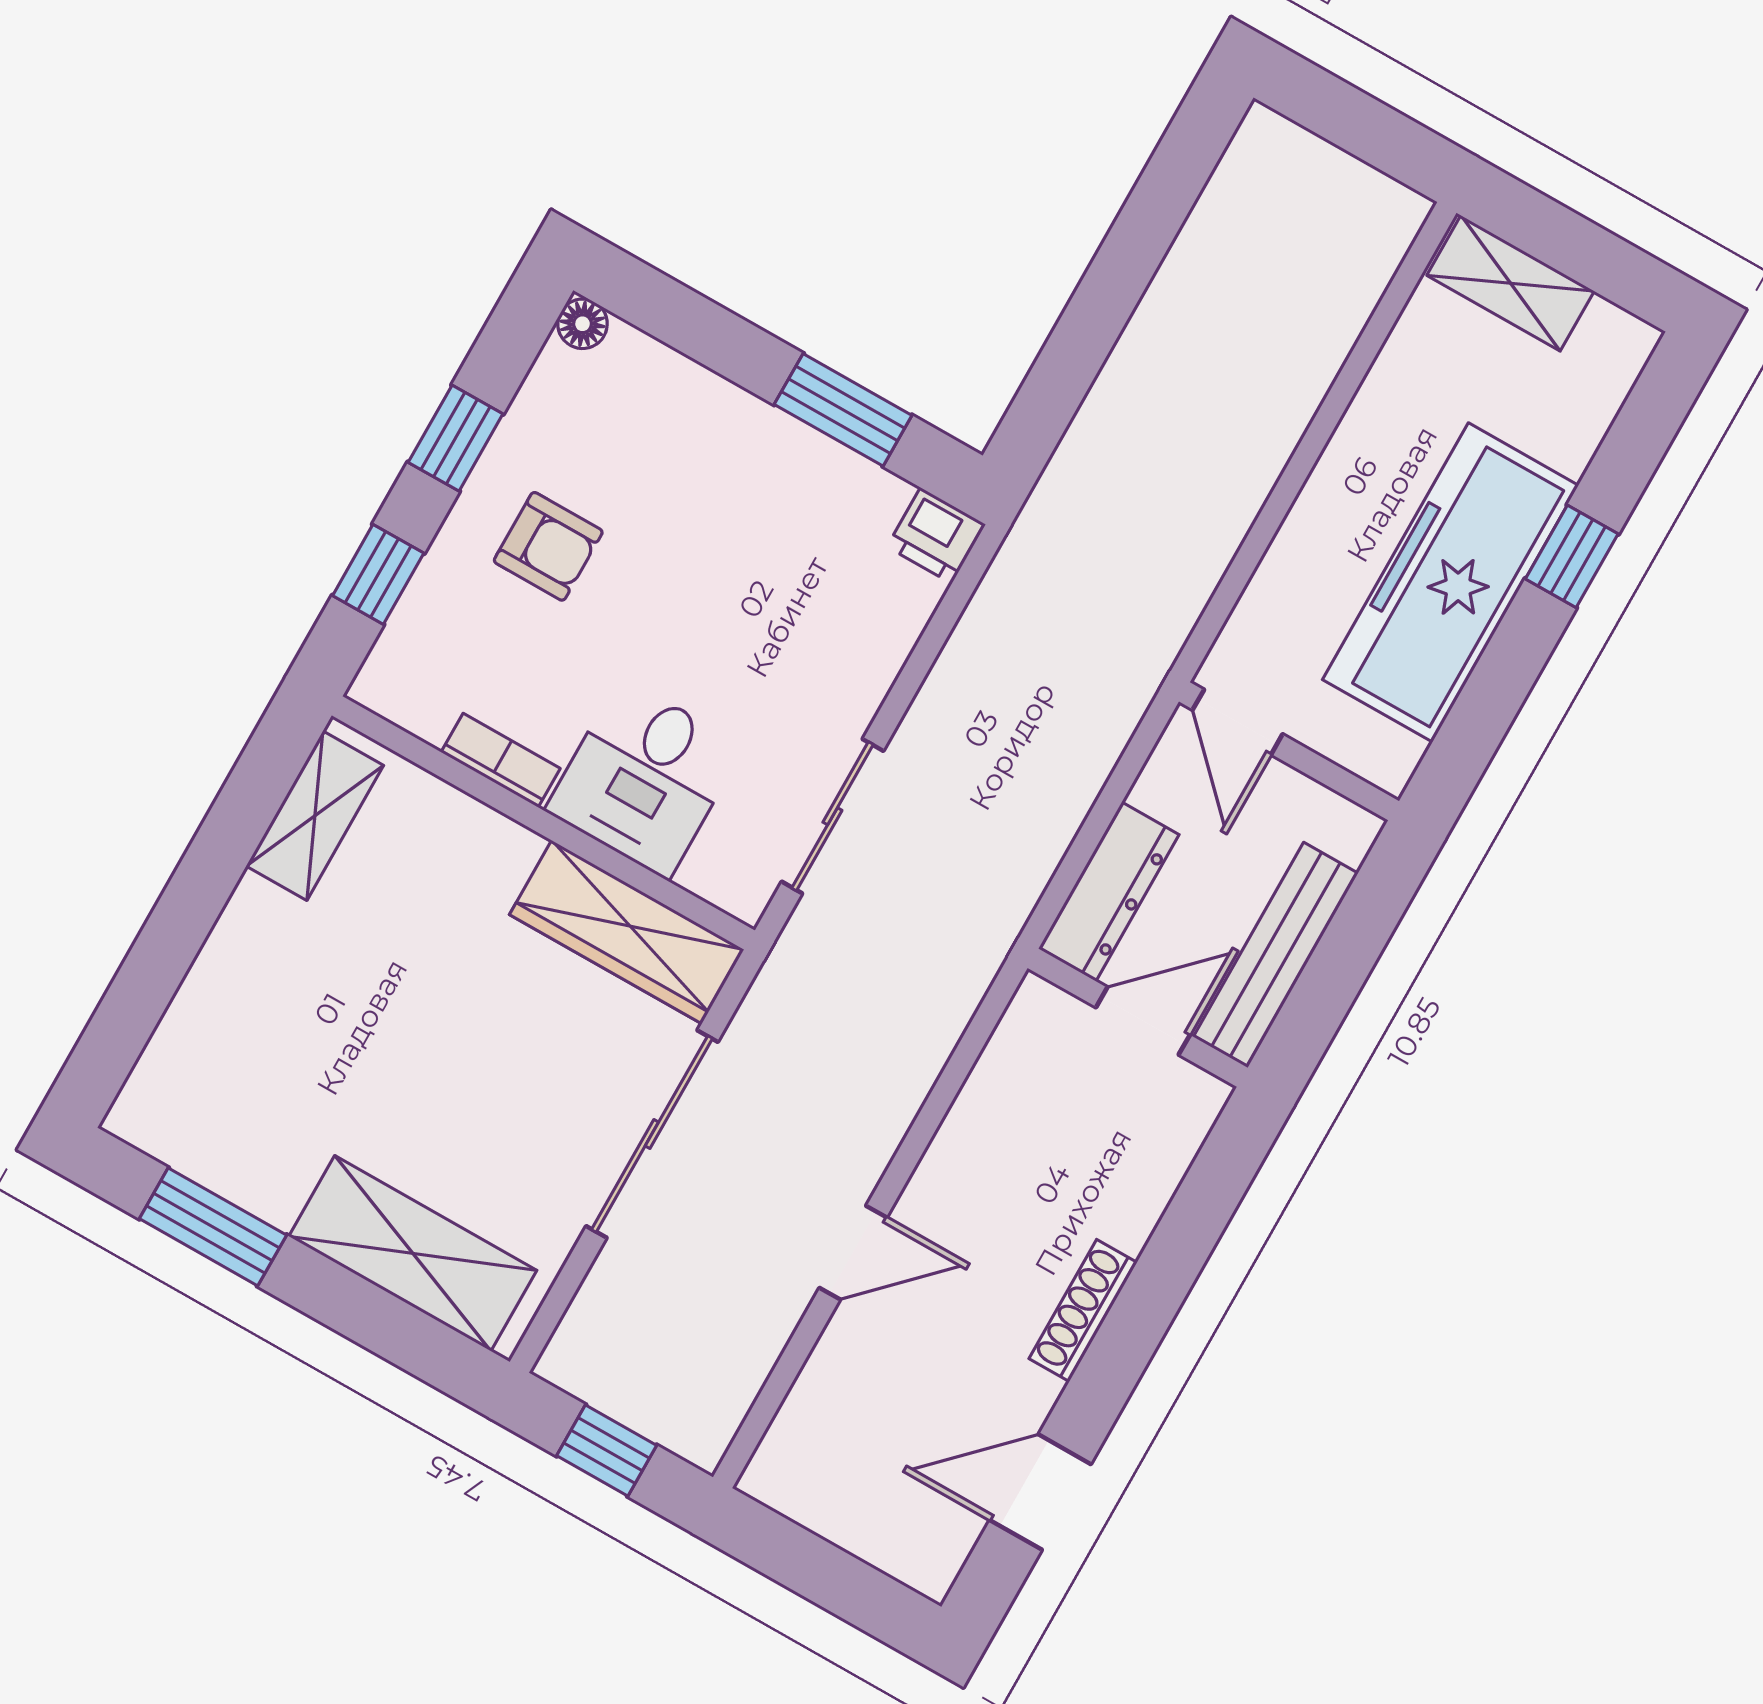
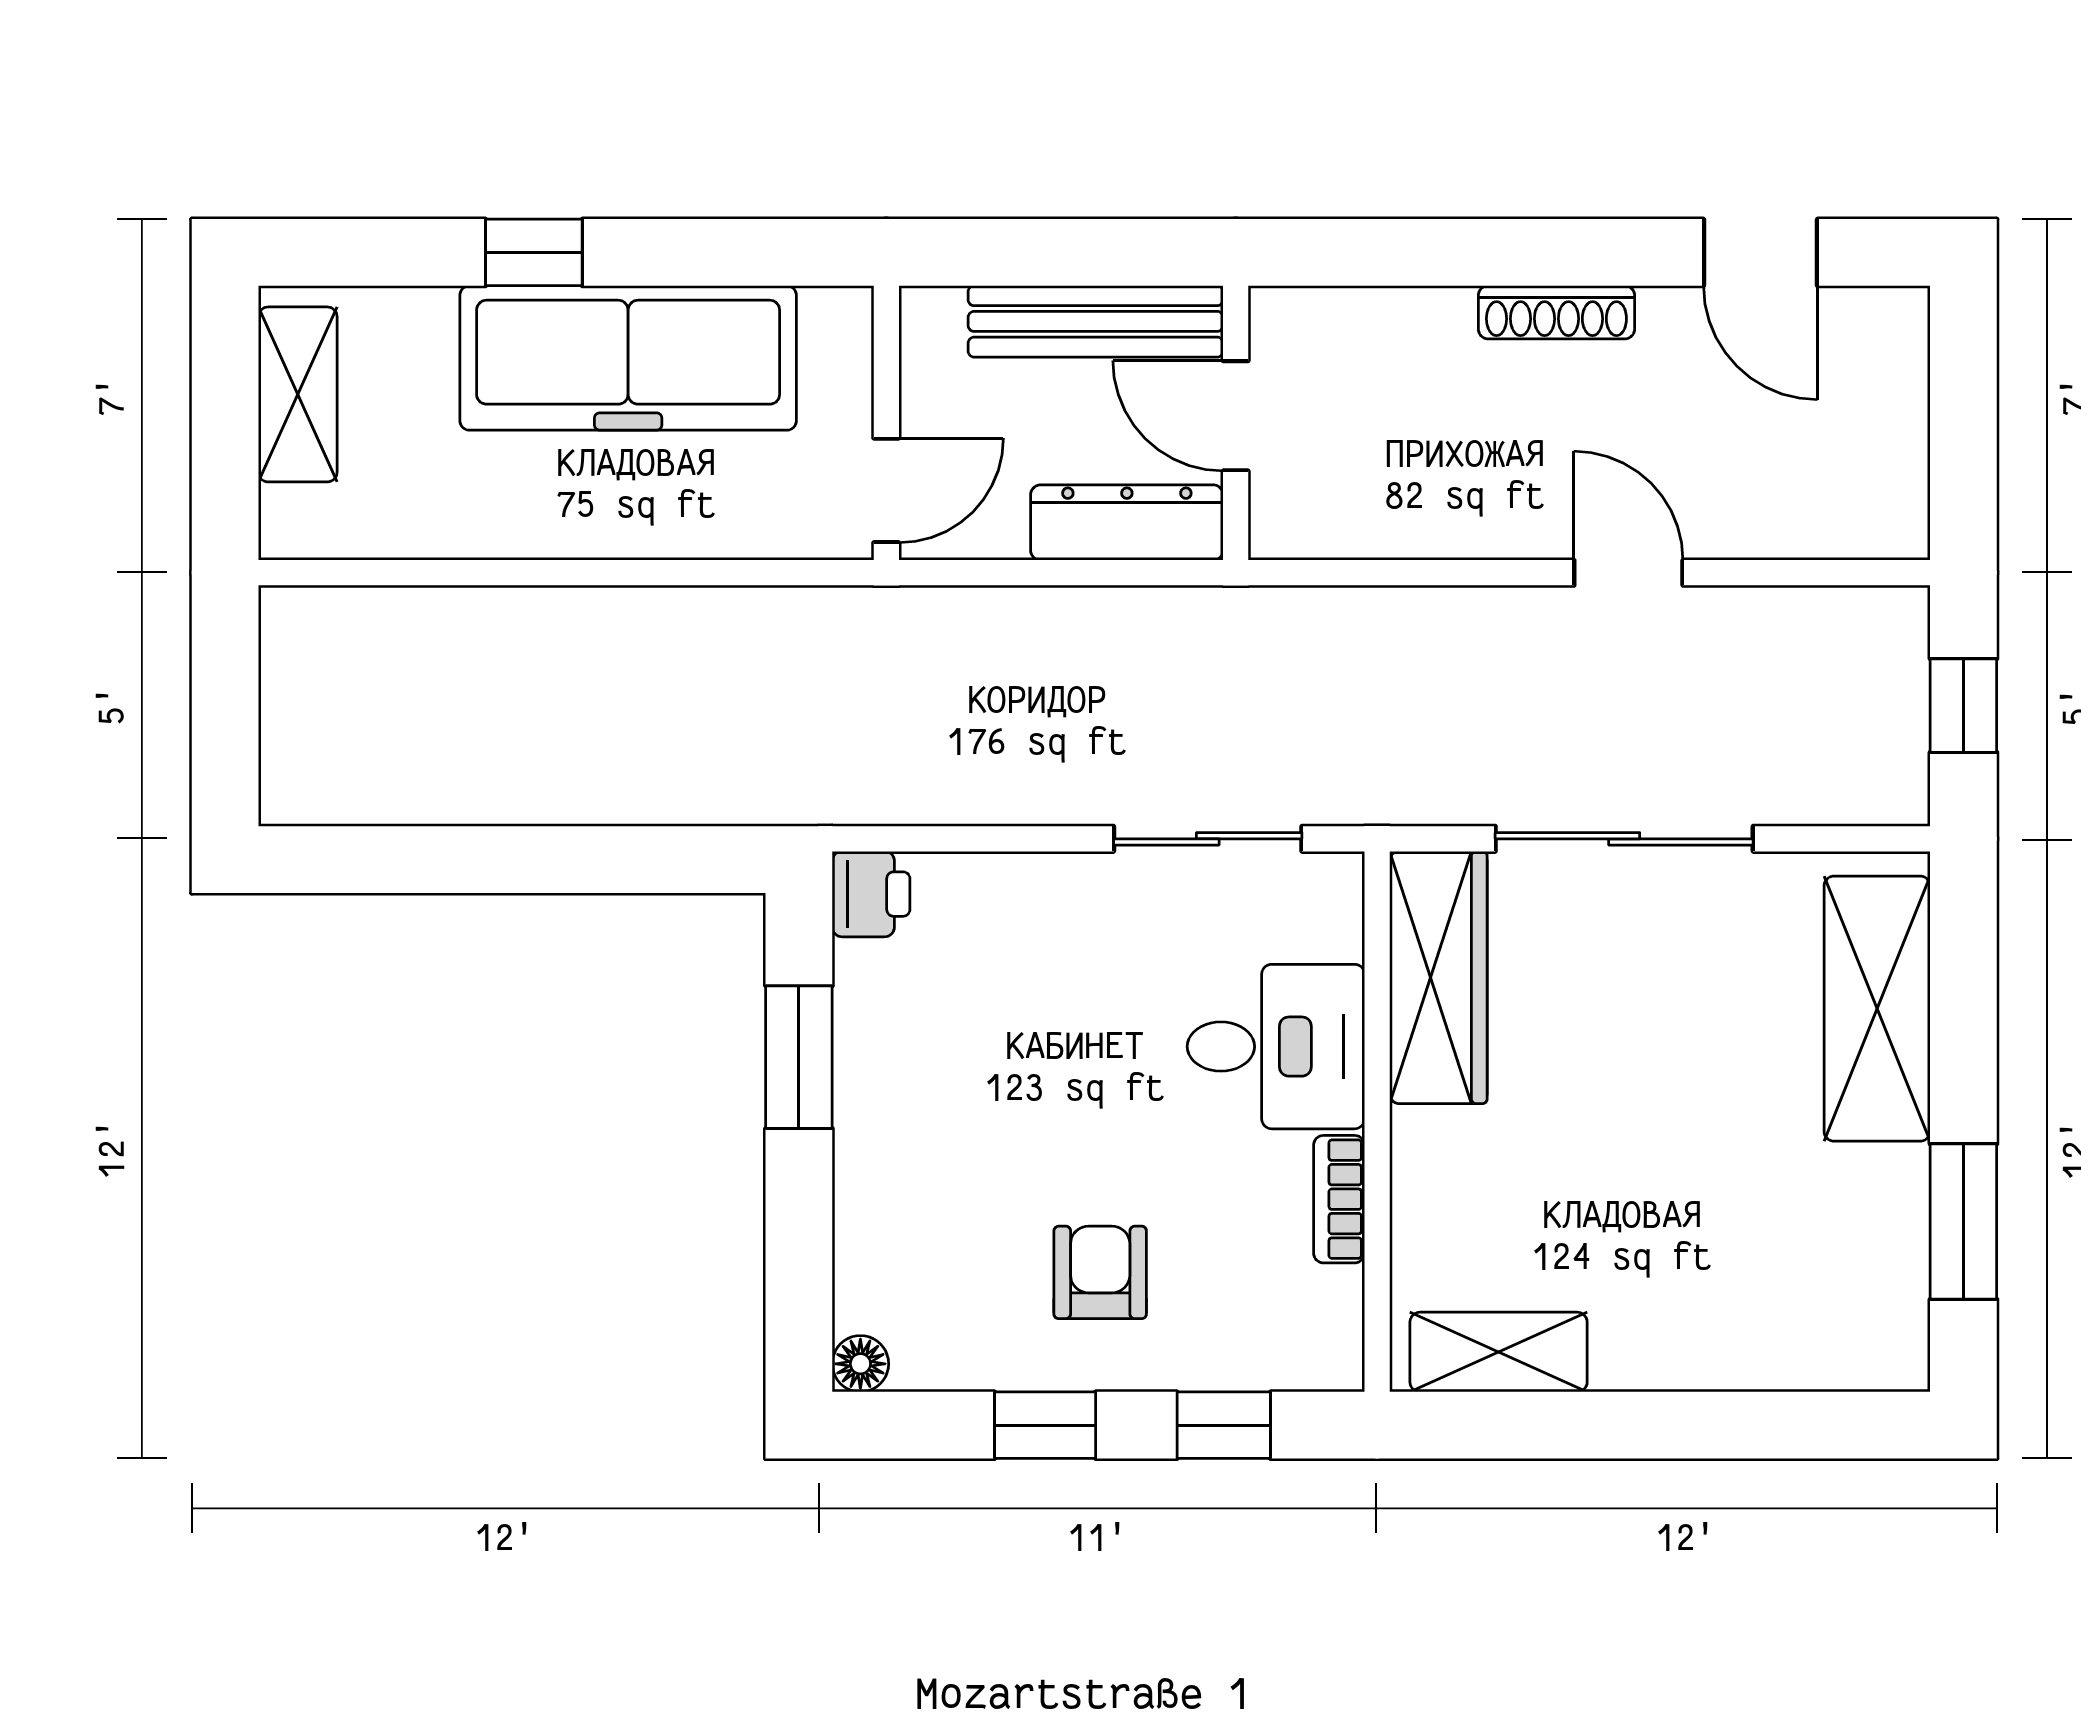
shelving: (1511, 283) -> (298, 394), moved

